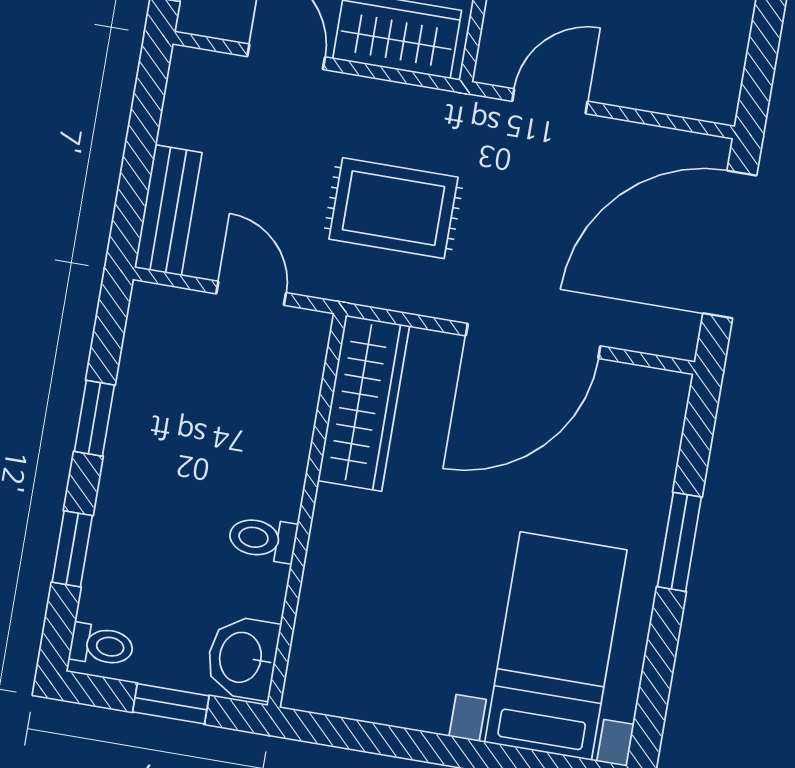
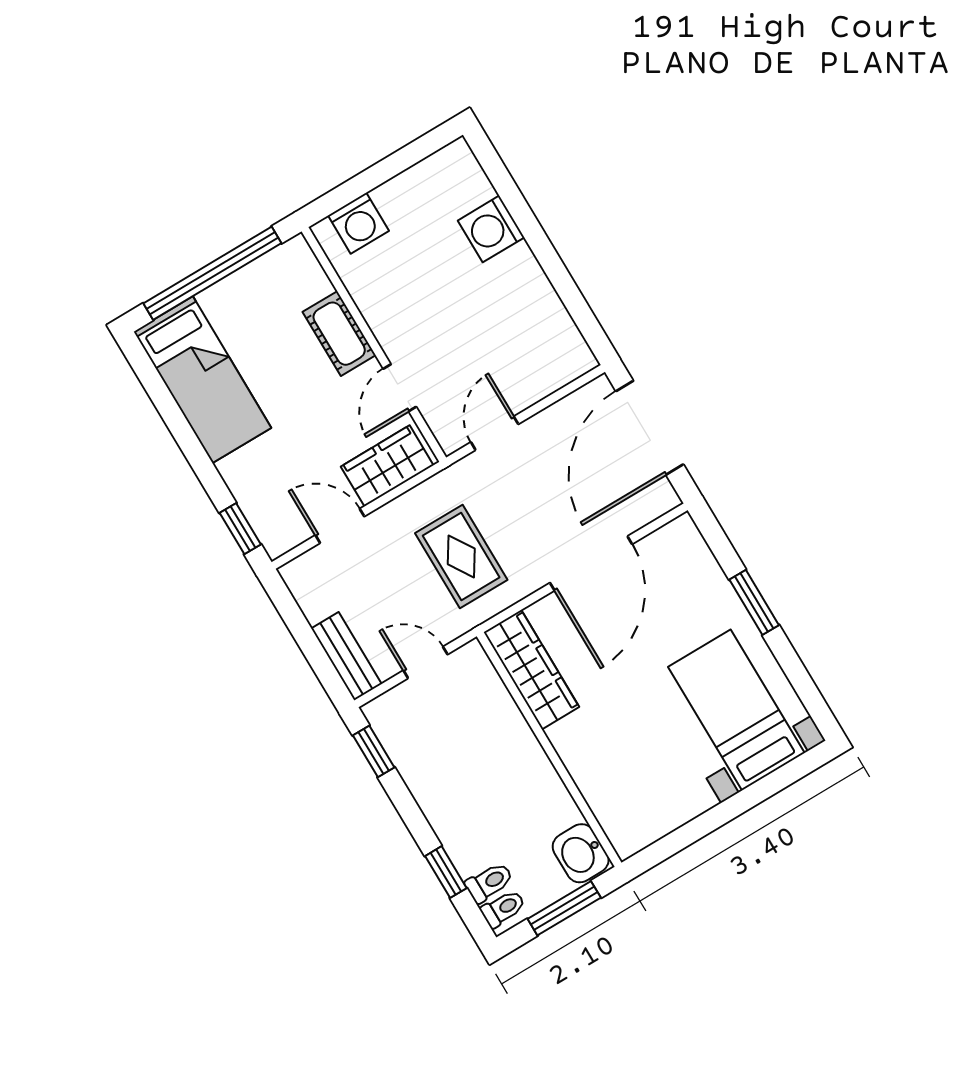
rug: (393, 208) -> (461, 556), turned 90
window: (94, 418) -> (374, 751), moved
toilet: (263, 539) -> (489, 882), moved, turned 180
window: (171, 704) -> (564, 908), width x1.50

